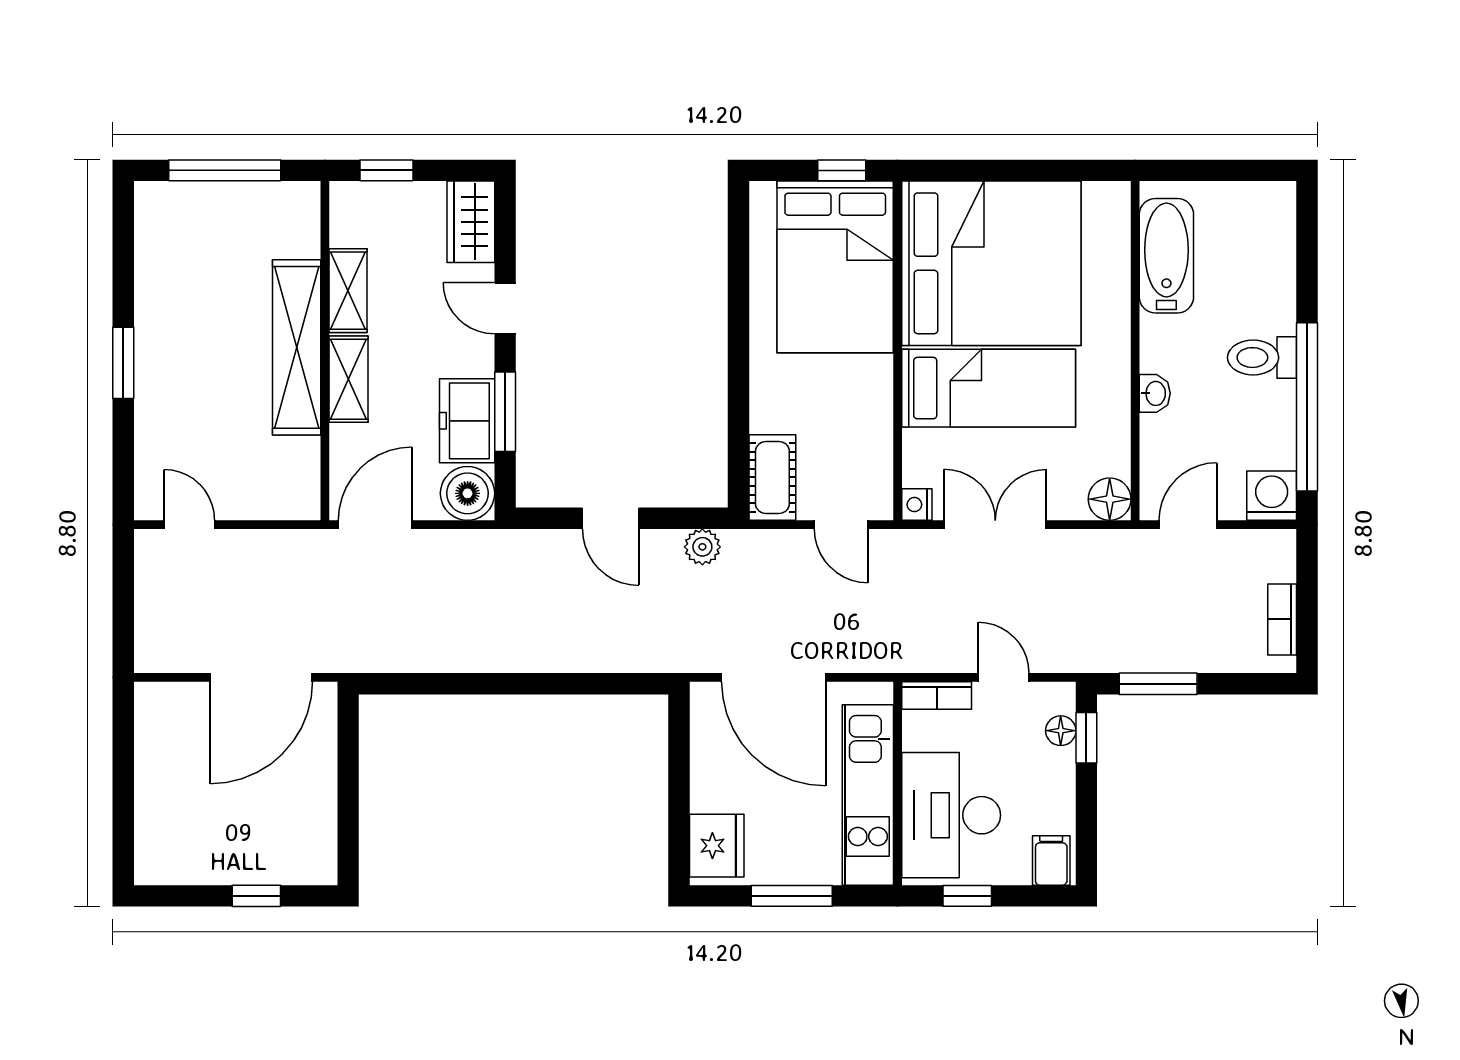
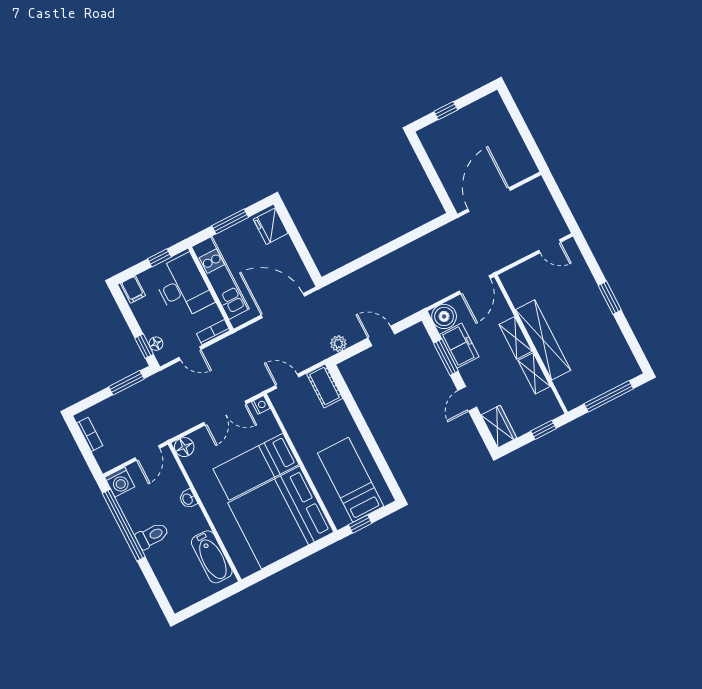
bed: (835, 267) -> (351, 480), width x0.67
door: (505, 308) -> (467, 399), swing flipped

